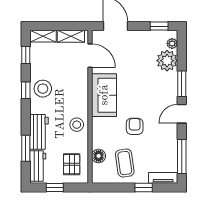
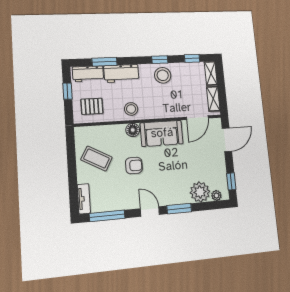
floor lamp: (99, 156) -> (133, 130), moved
coffee table: (125, 163) -> (97, 159), turned 37
window: (144, 187) -> (73, 180), removed

